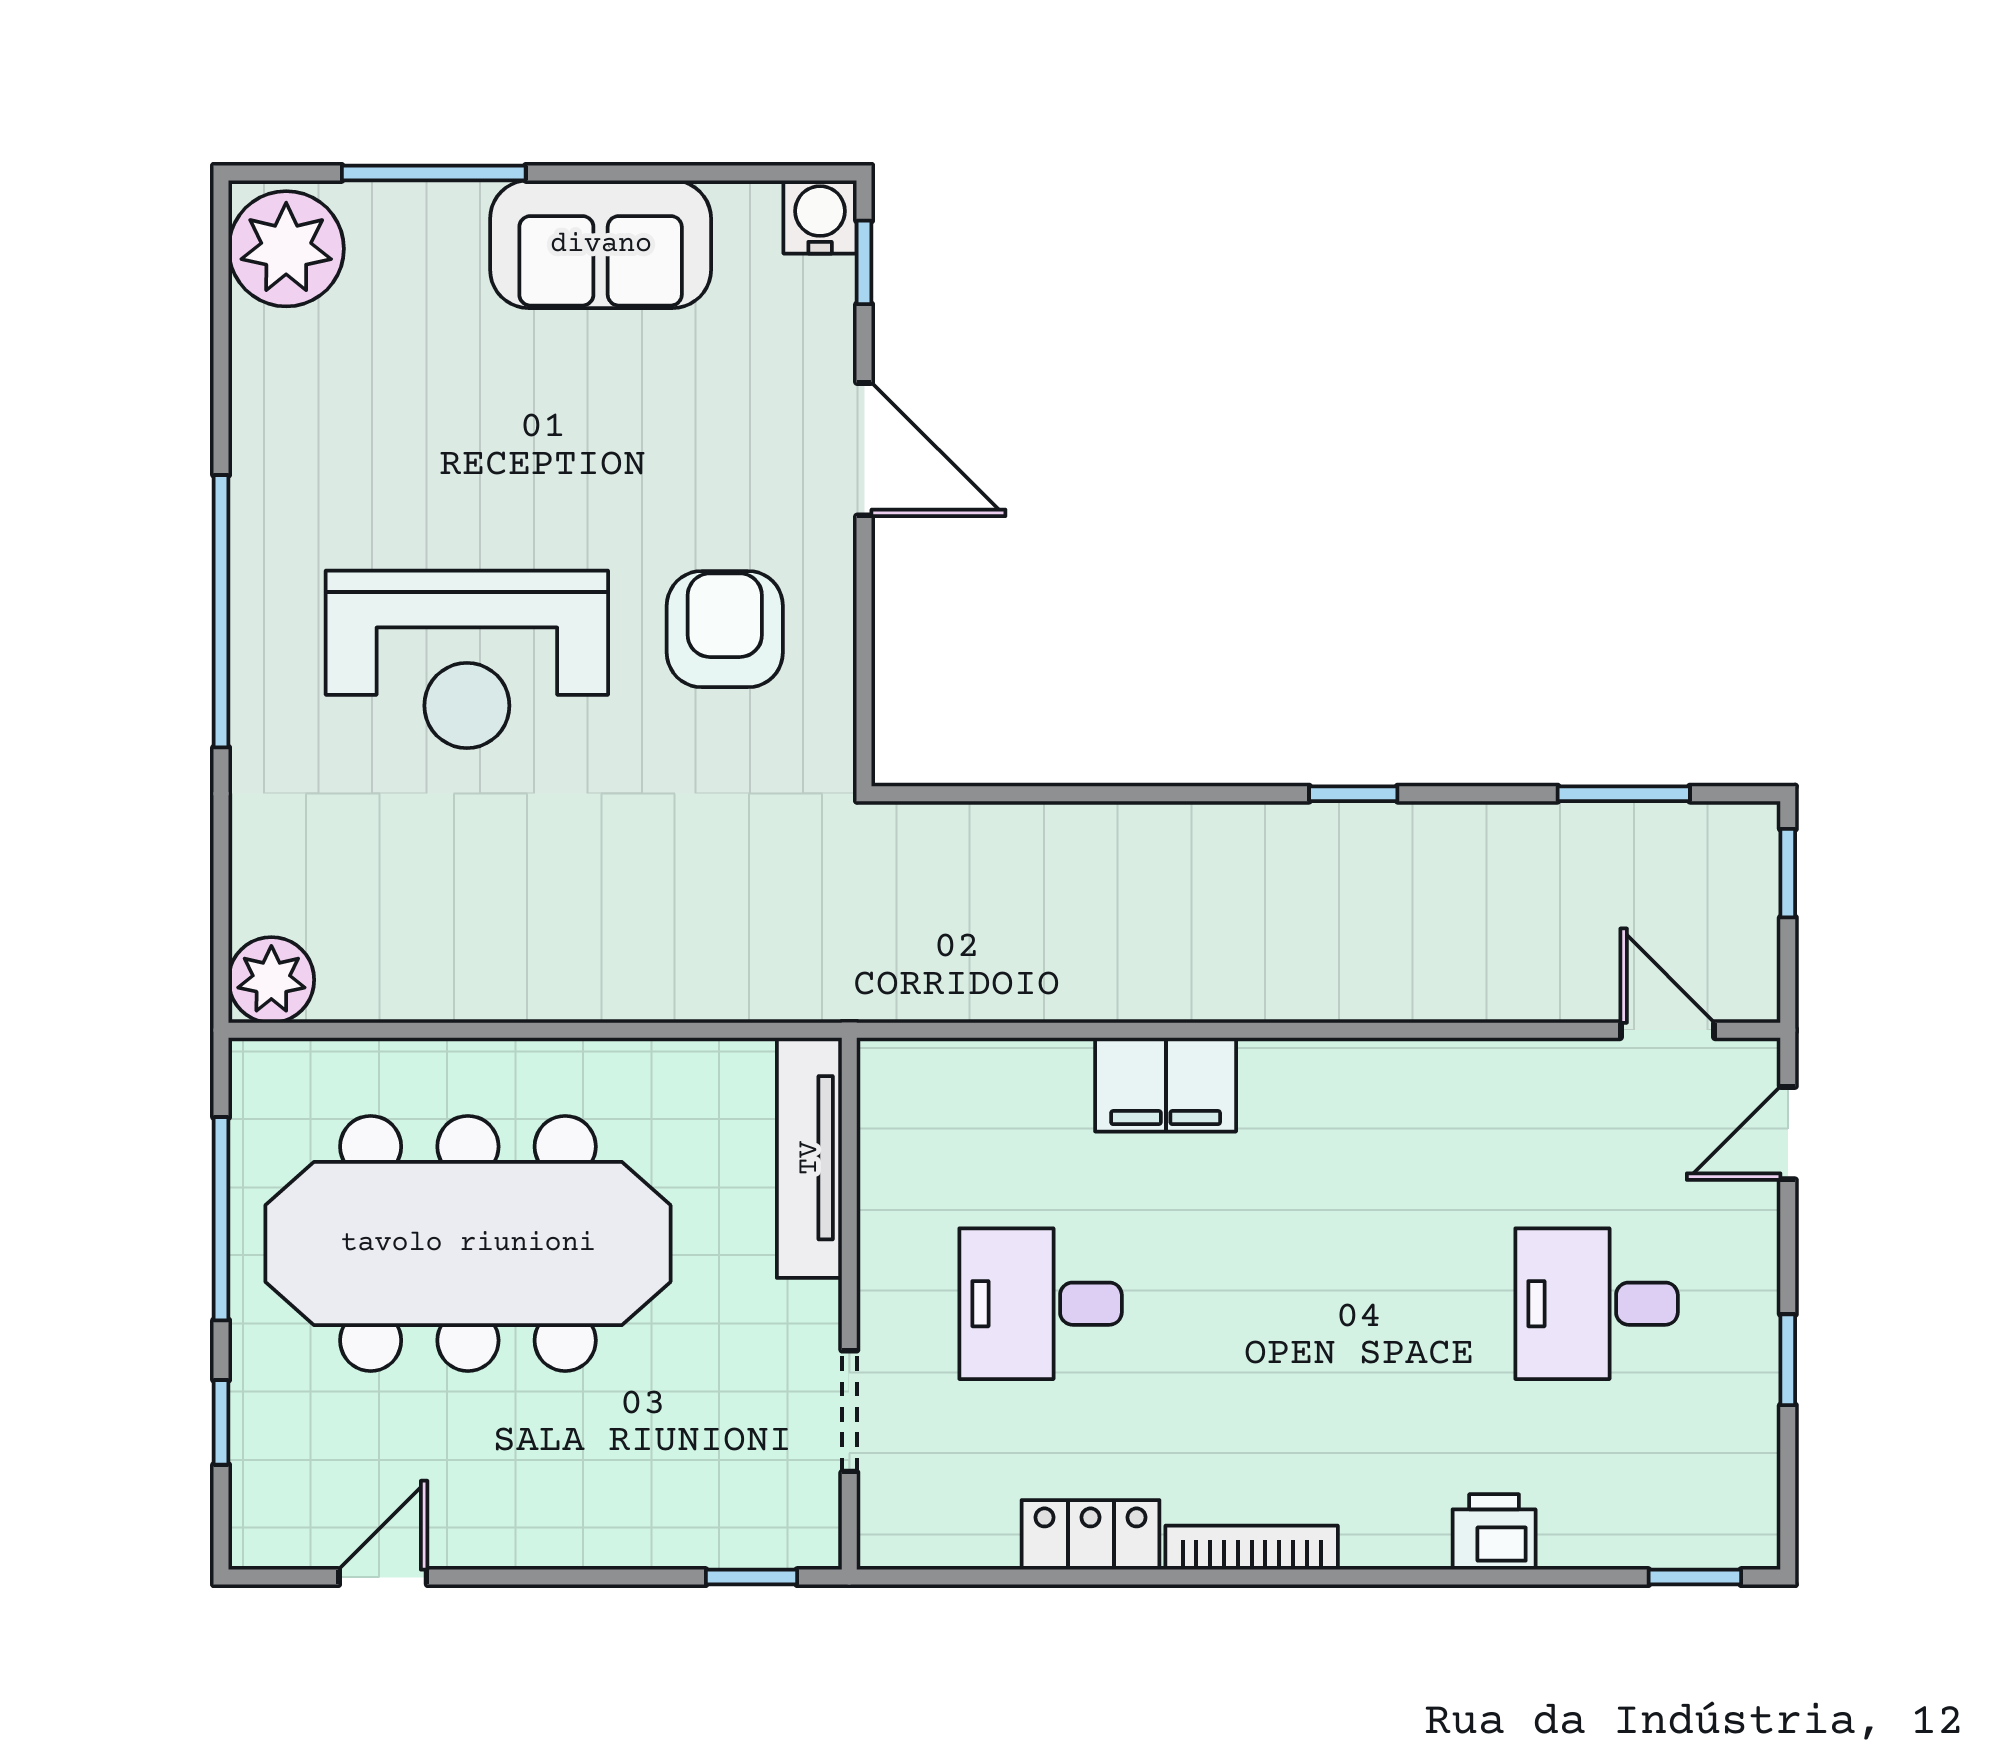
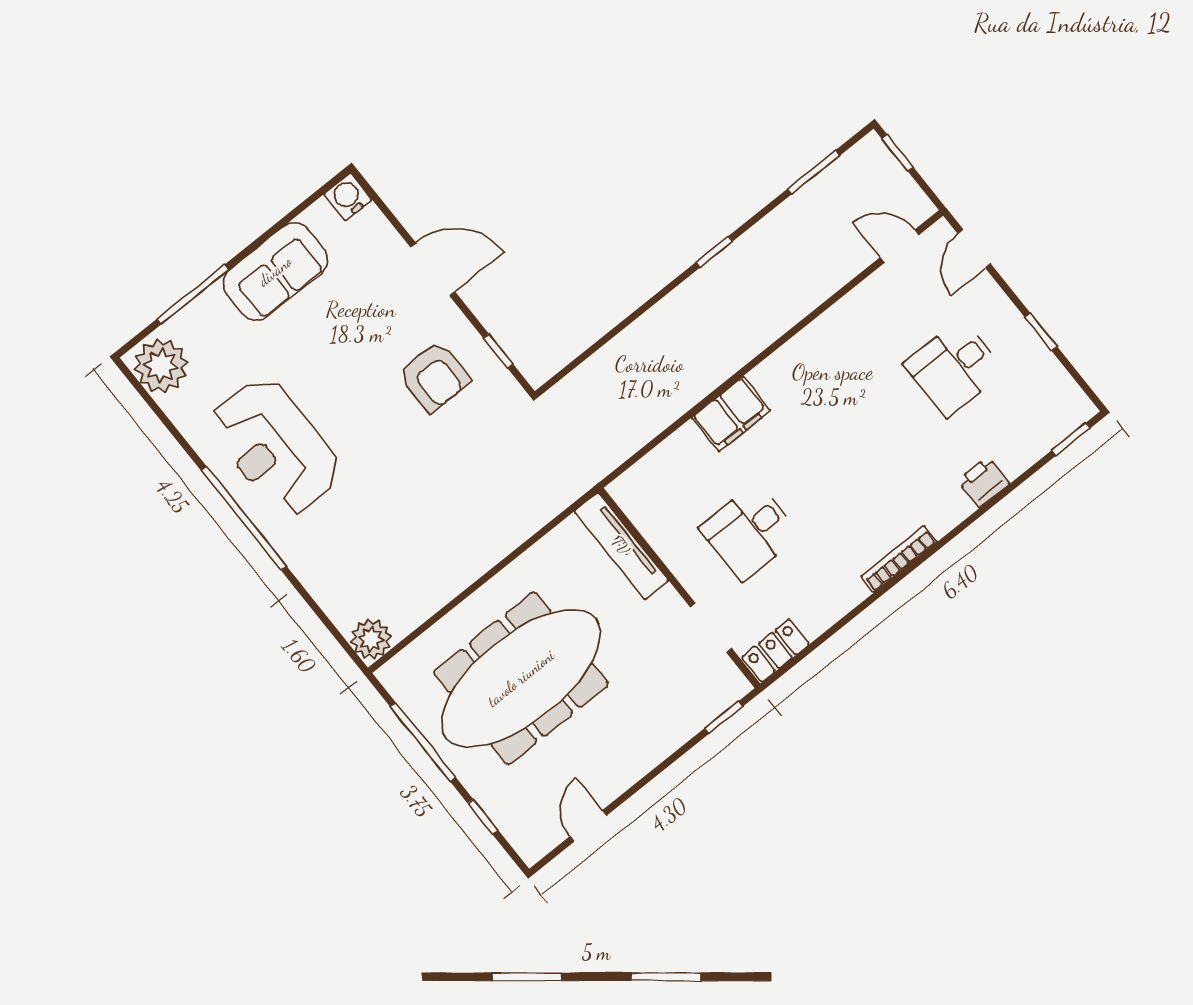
window: (864, 262) -> (498, 351), moved
armchair: (725, 629) -> (434, 376), turned 180
reception desk: (467, 659) -> (275, 447), moved, turned 90
locker: (1091, 1535) -> (775, 651), moved

